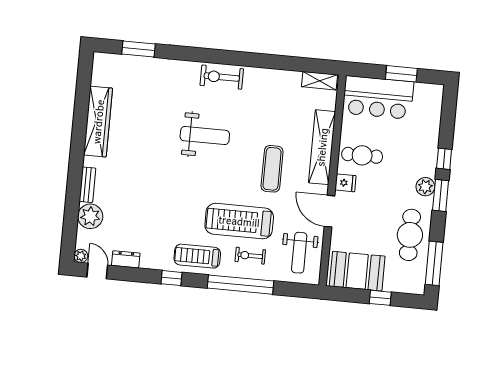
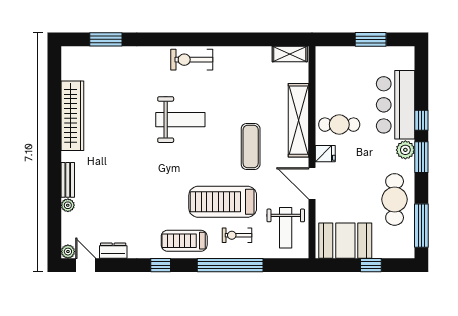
bar counter: (378, 98) -> (396, 105), moved, turned 90
plant: (90, 216) -> (68, 205), width x0.53, depth x0.53

